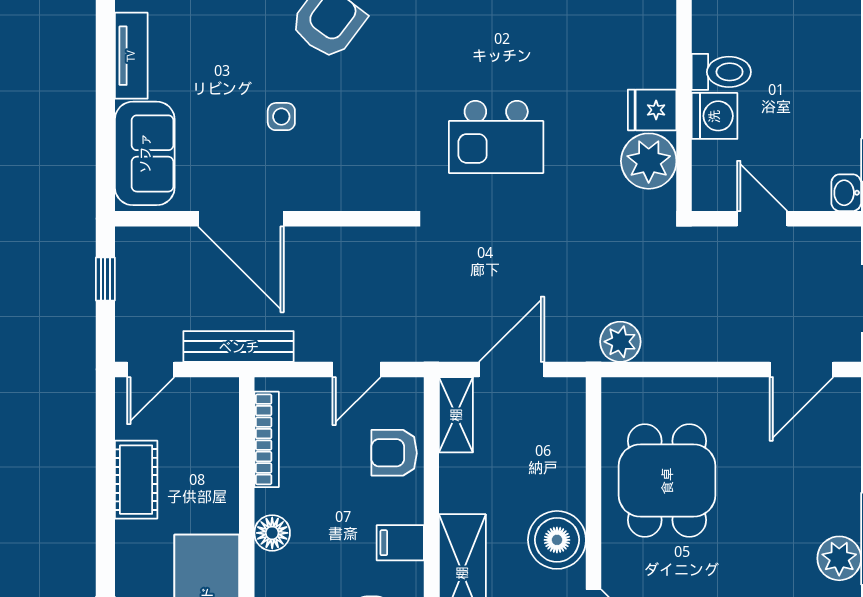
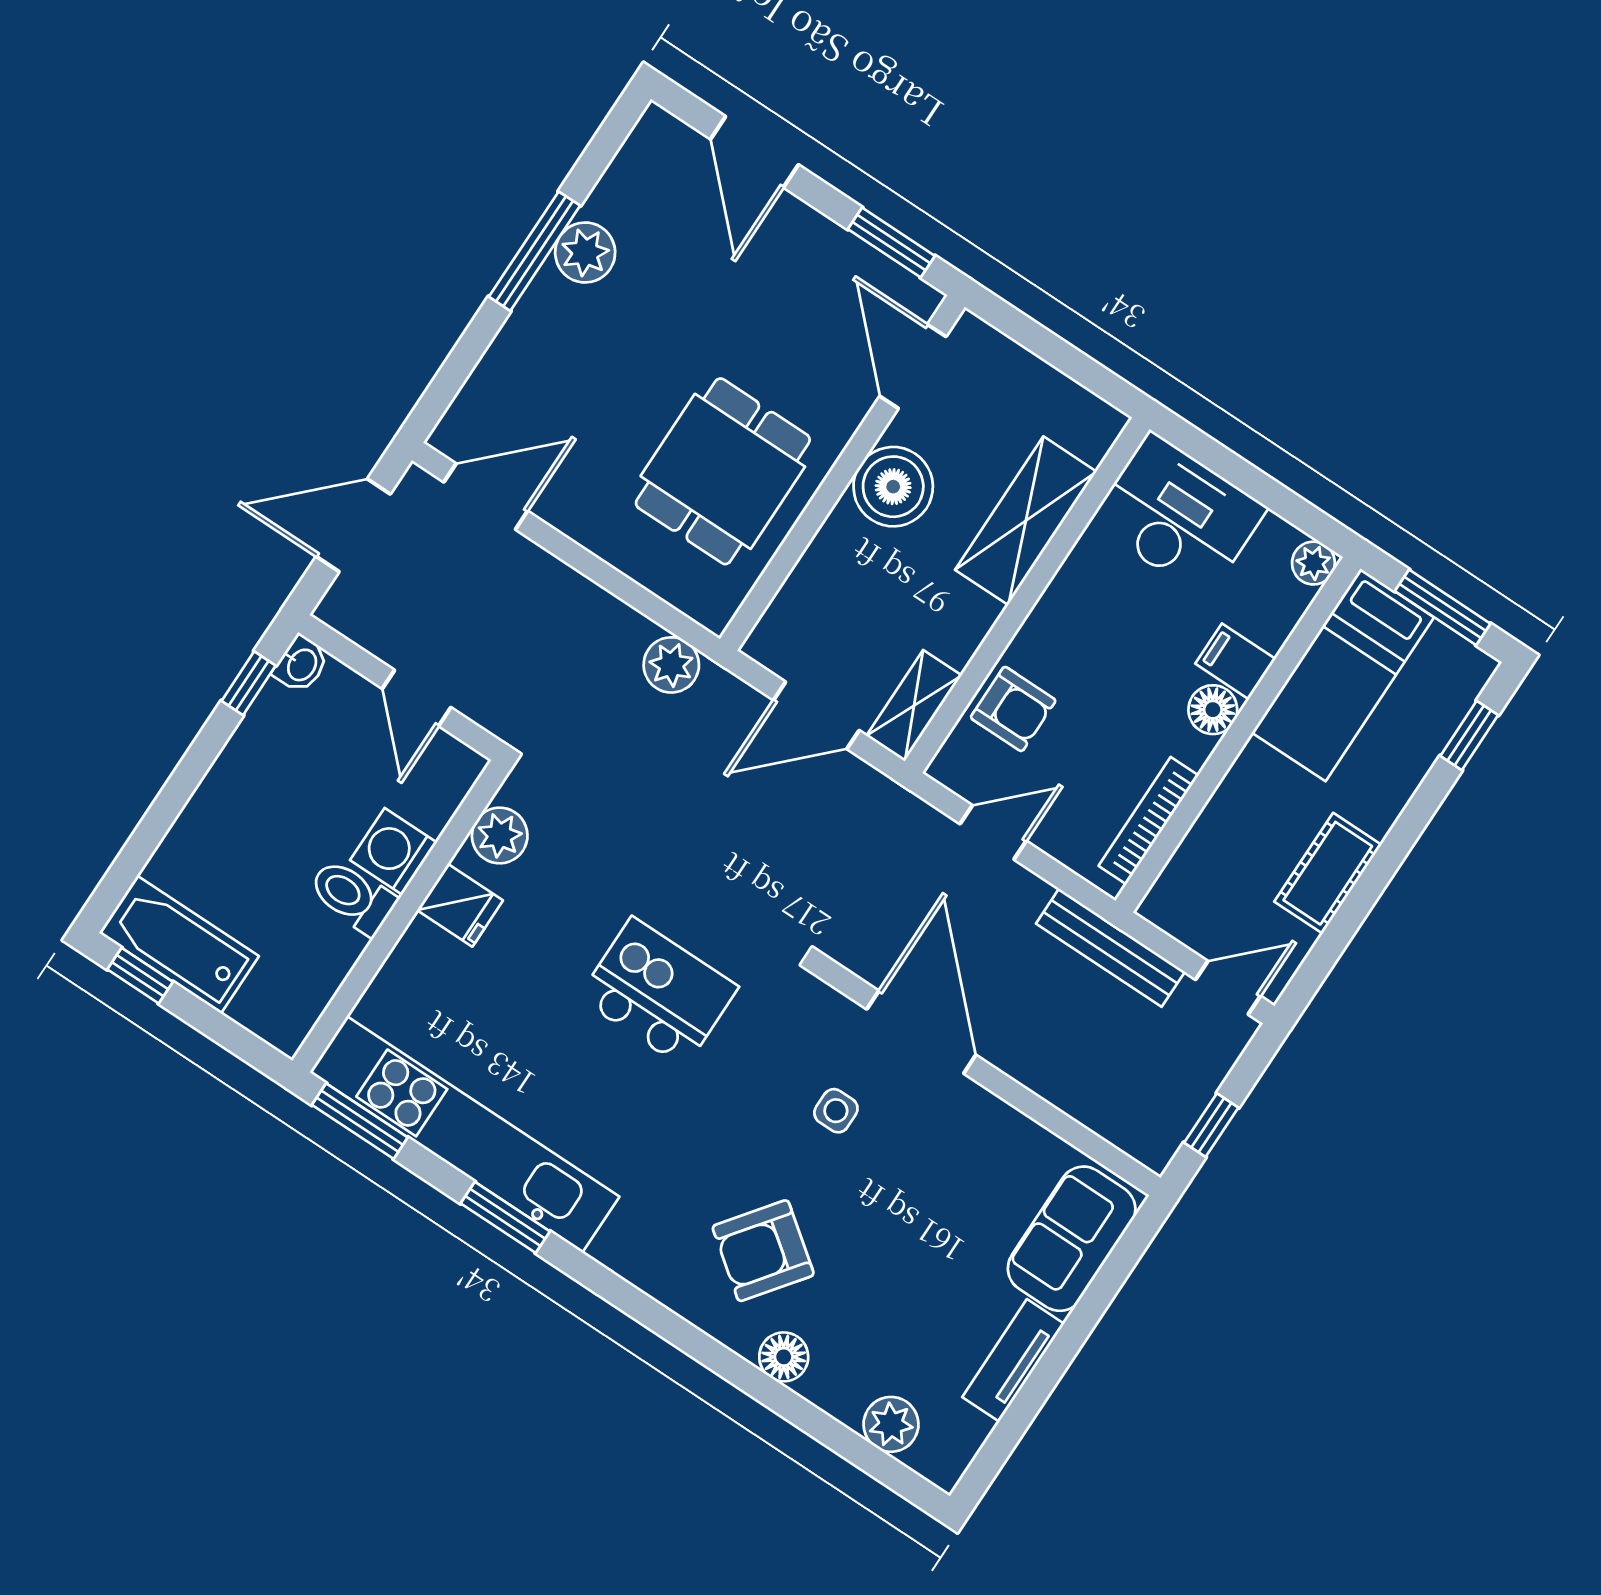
side table: (281, 117) -> (836, 1111), moved
plant: (649, 161) -> (500, 836), width x0.73, depth x0.73
door: (241, 219) -> (921, 1032), moved
filing cabinet: (400, 543) -> (1235, 661), moved, turned 180

